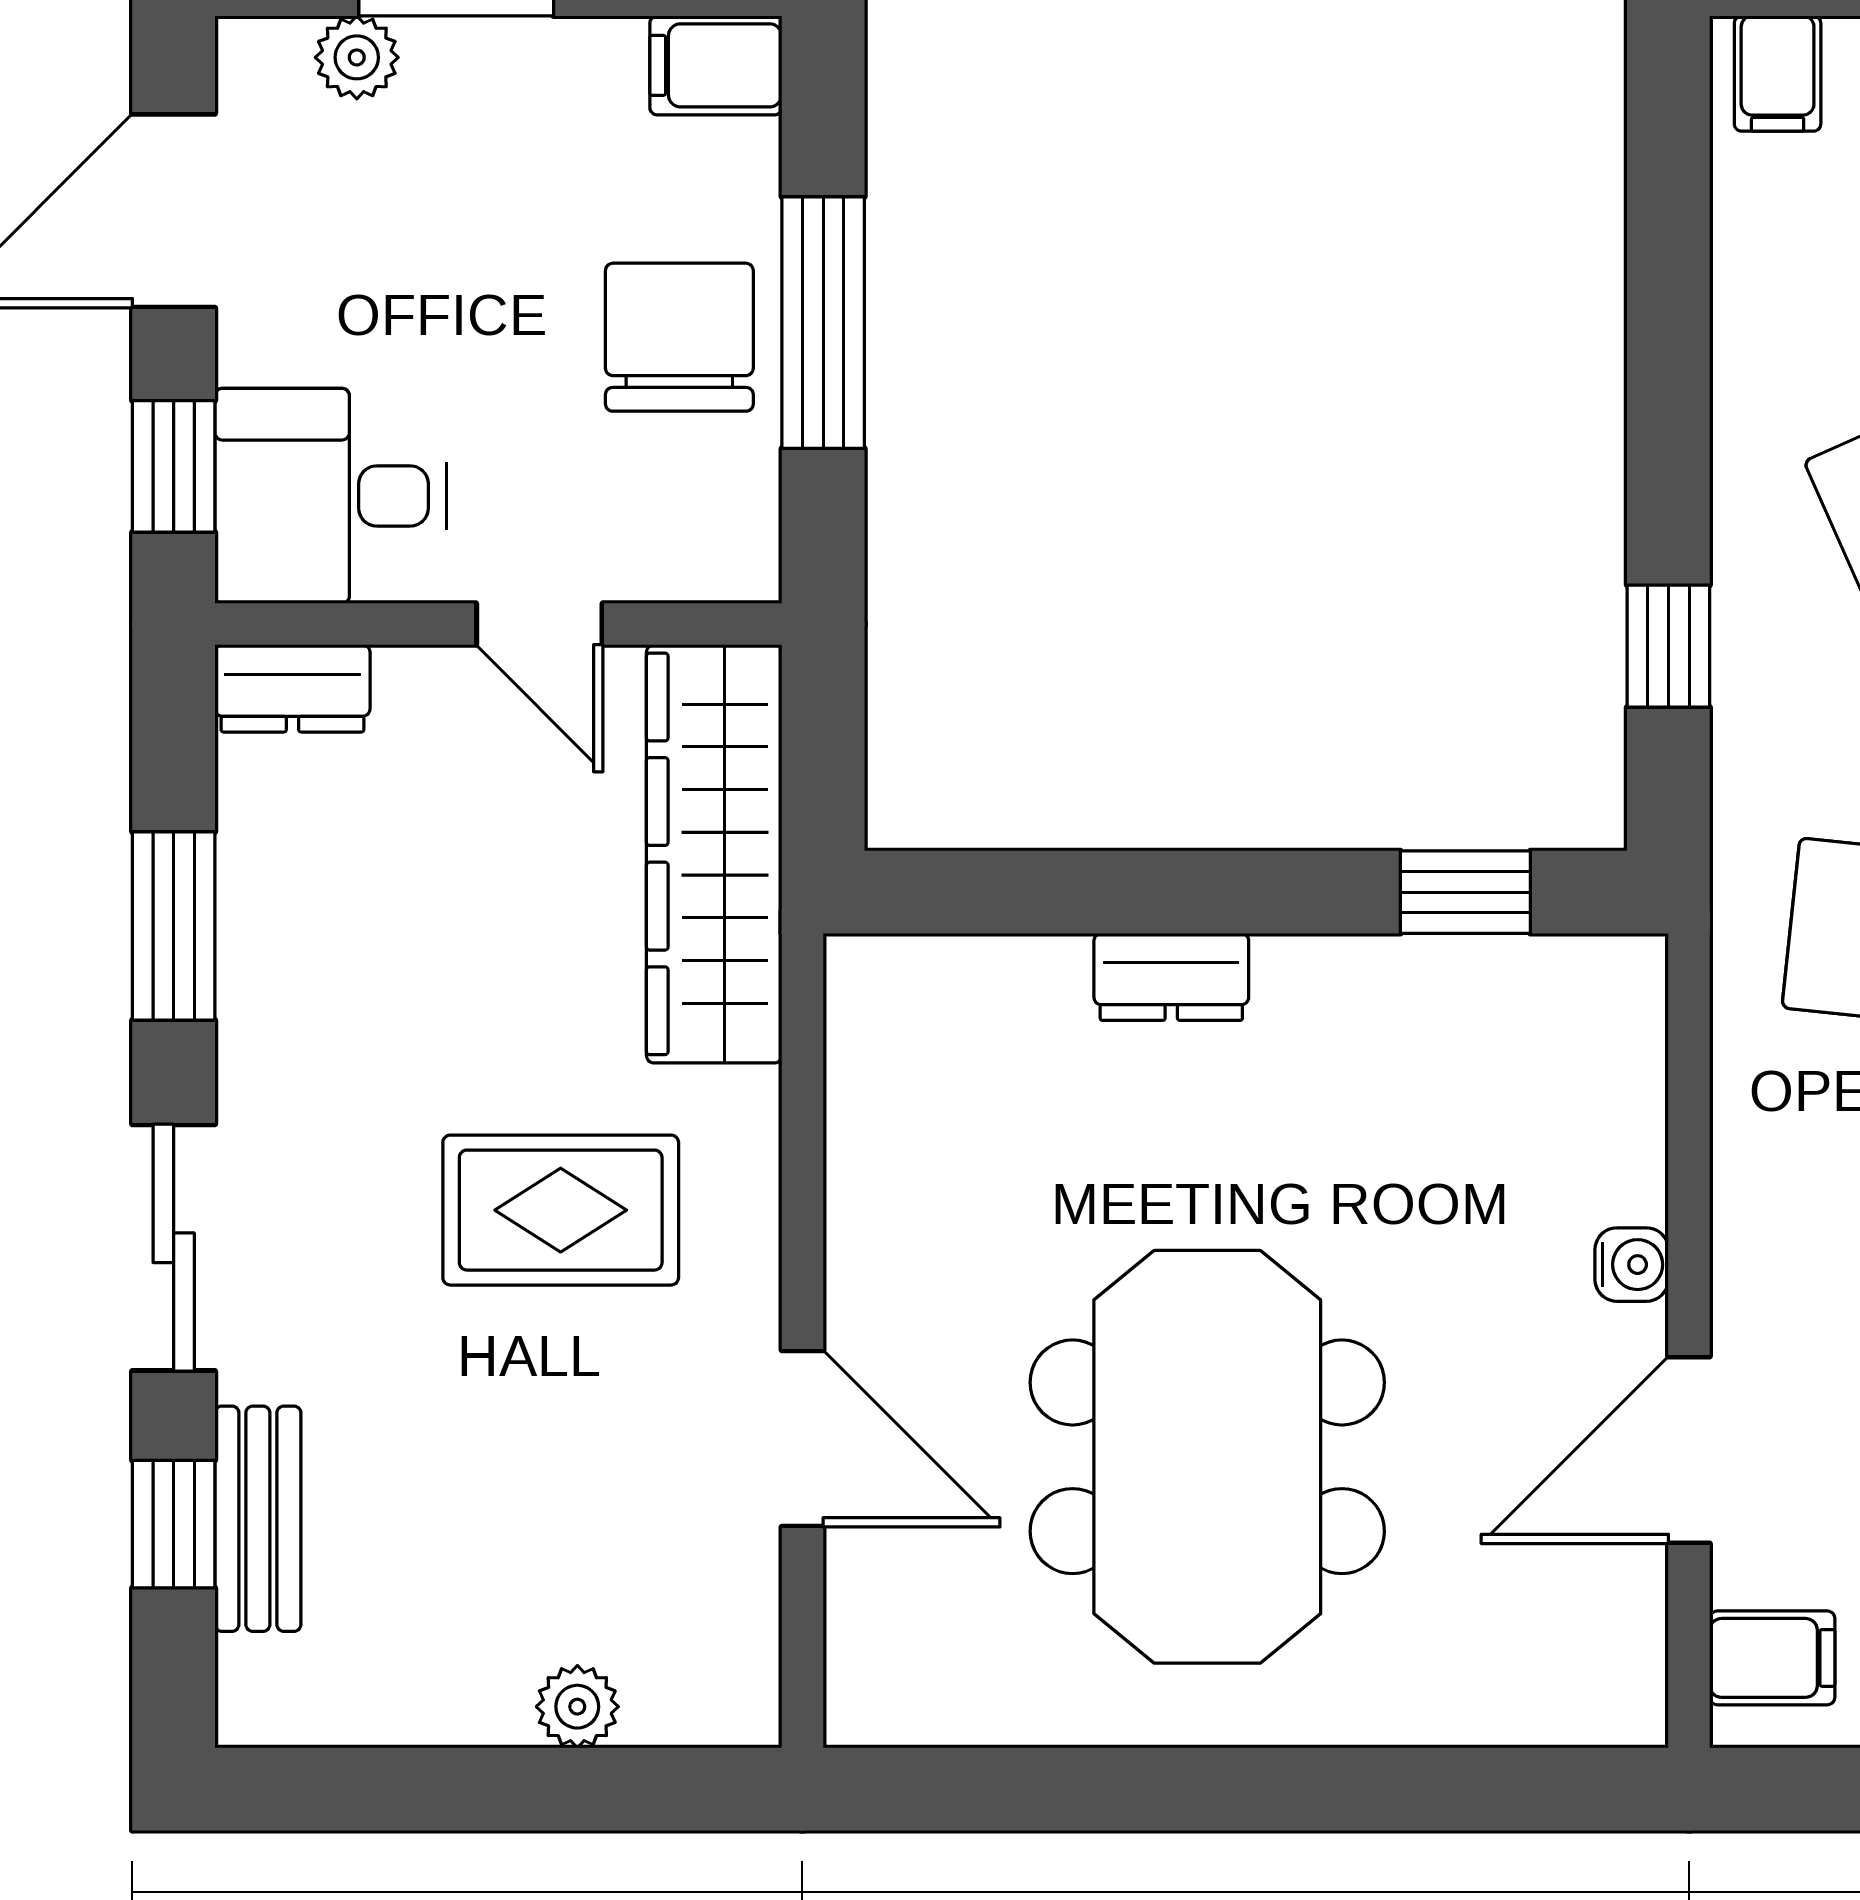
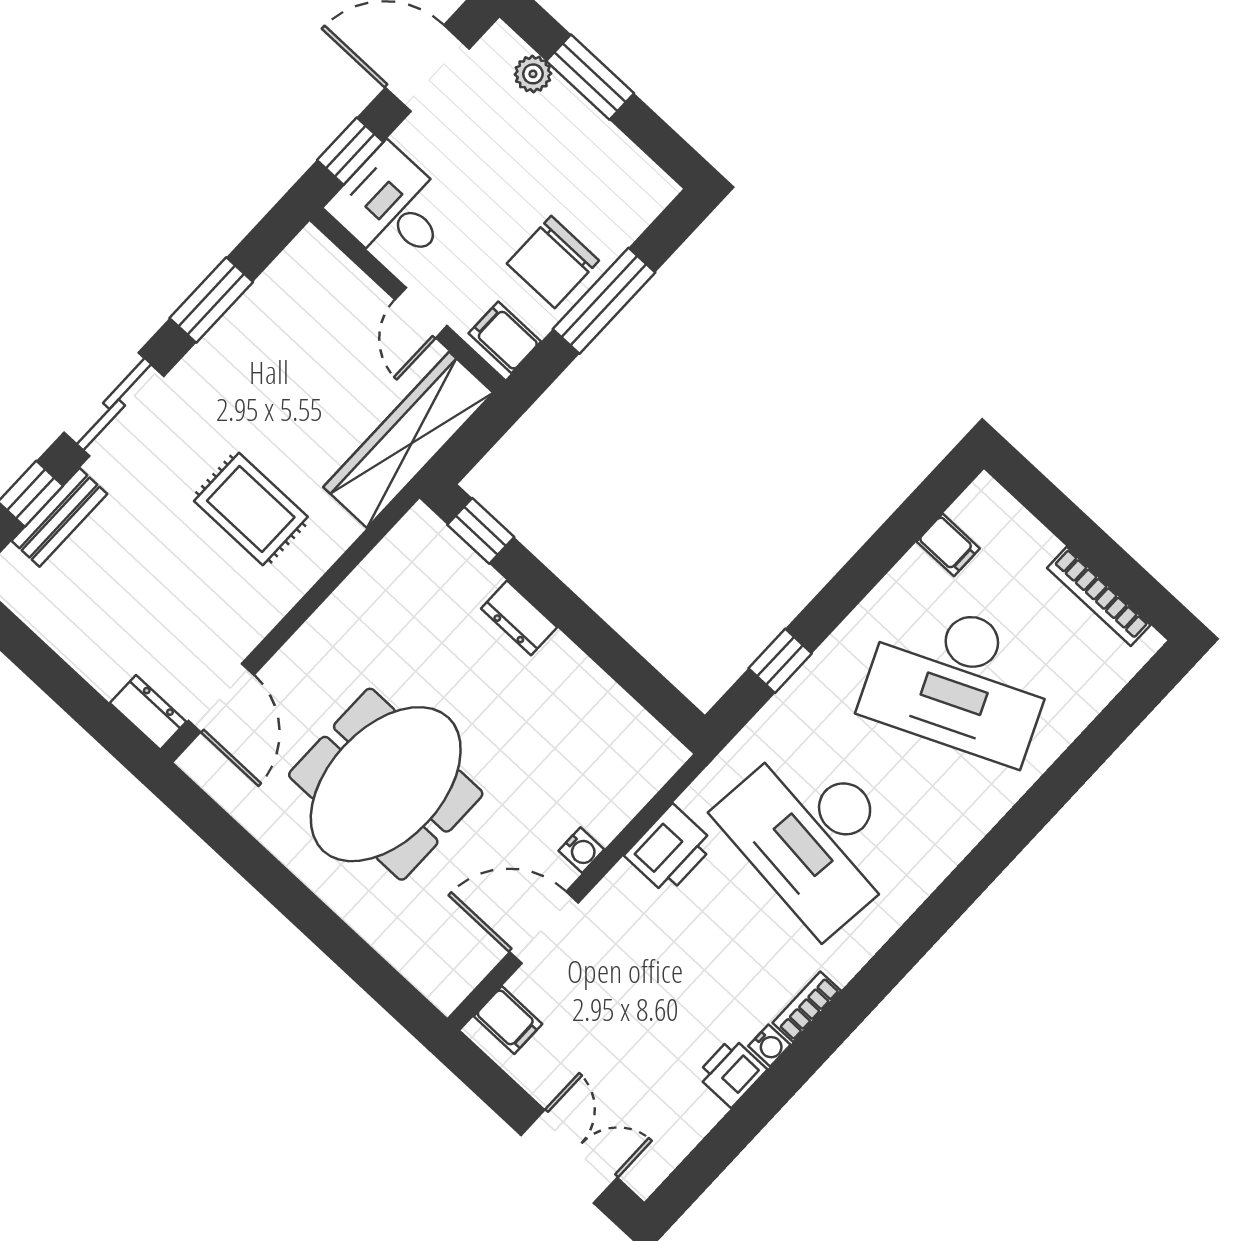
filing cabinet: (716, 65) -> (505, 337), moved
filing cabinet: (1778, 74) -> (948, 545), moved, turned -90
chair: (679, 337) -> (553, 262), turned 180
dresser: (292, 688) -> (148, 712), moved, turned 180
window: (1465, 892) -> (481, 531), moved
printer: (1777, 1127) -> (670, 850), added
door: (802, 1439) -> (221, 698), moved
plant: (577, 1707) -> (106, 675), removed

